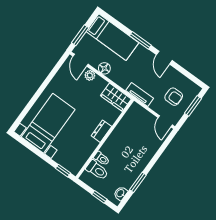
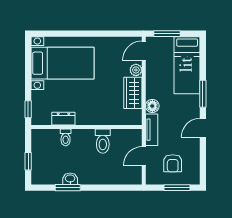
floor lamp: (104, 68) -> (152, 106), moved
wardrobe: (116, 97) -> (133, 93), moved
door: (165, 121) -> (144, 156), moved
dresser: (101, 131) -> (63, 119), moved
toilet: (97, 170) -> (103, 141), moved
washbasin: (121, 193) -> (70, 179), moved

